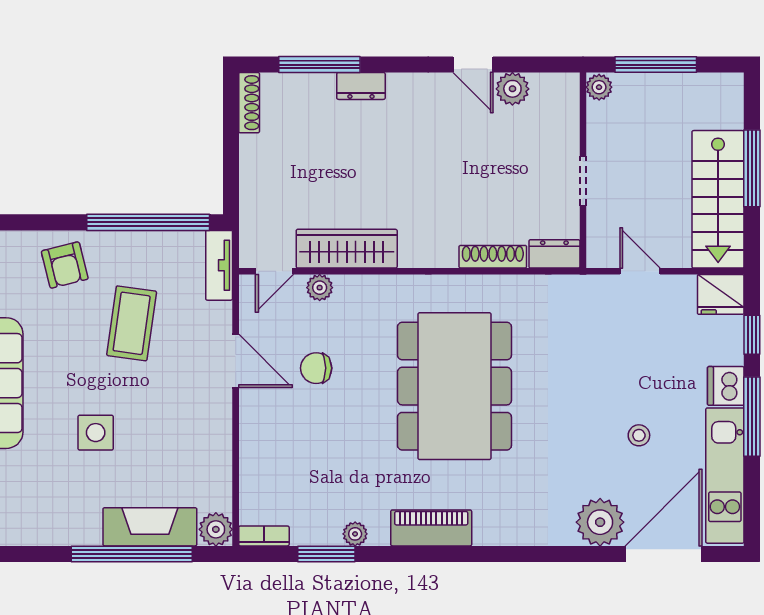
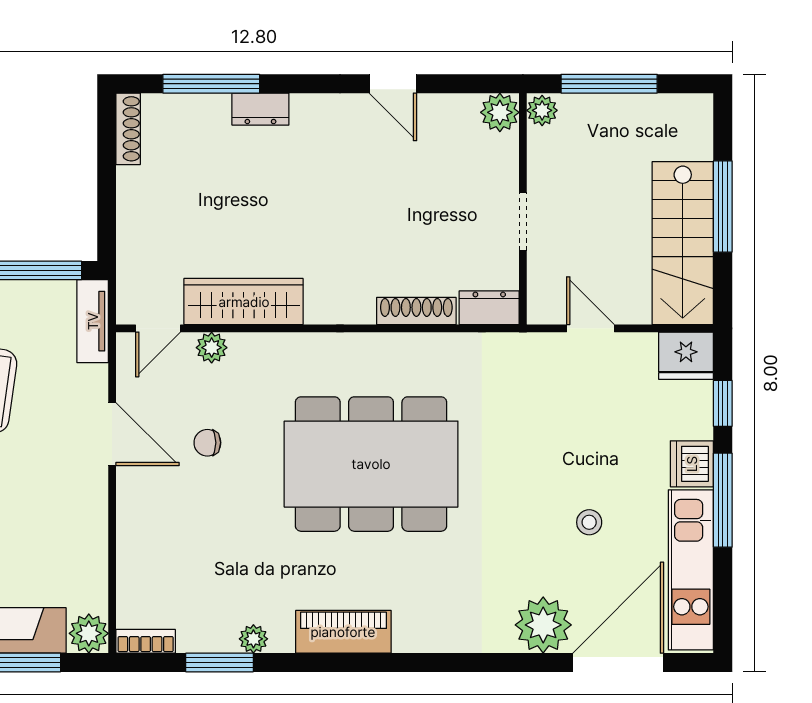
plant: (512, 89) -> (500, 112), moved
chair: (316, 368) -> (207, 443), width x0.73, depth x0.73
dining table: (454, 386) -> (371, 464), turned 90

